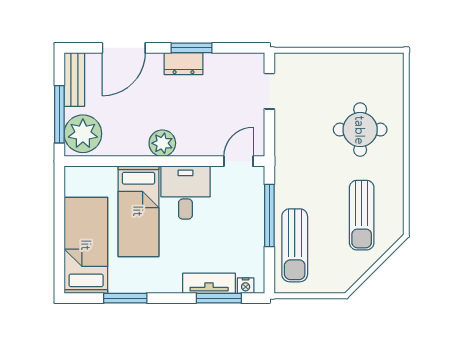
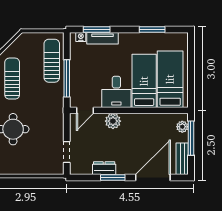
door: (124, 48) -> (153, 177), width x1.36
dresser: (183, 64) -> (104, 168), moved
plant: (83, 134) -> (182, 127), width x0.53, depth x0.53
plant: (162, 143) -> (113, 121), moved
bed: (86, 245) -> (170, 79), moved, turned 180

